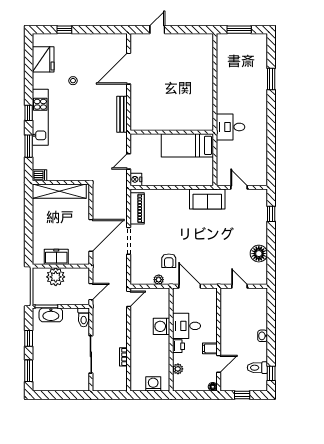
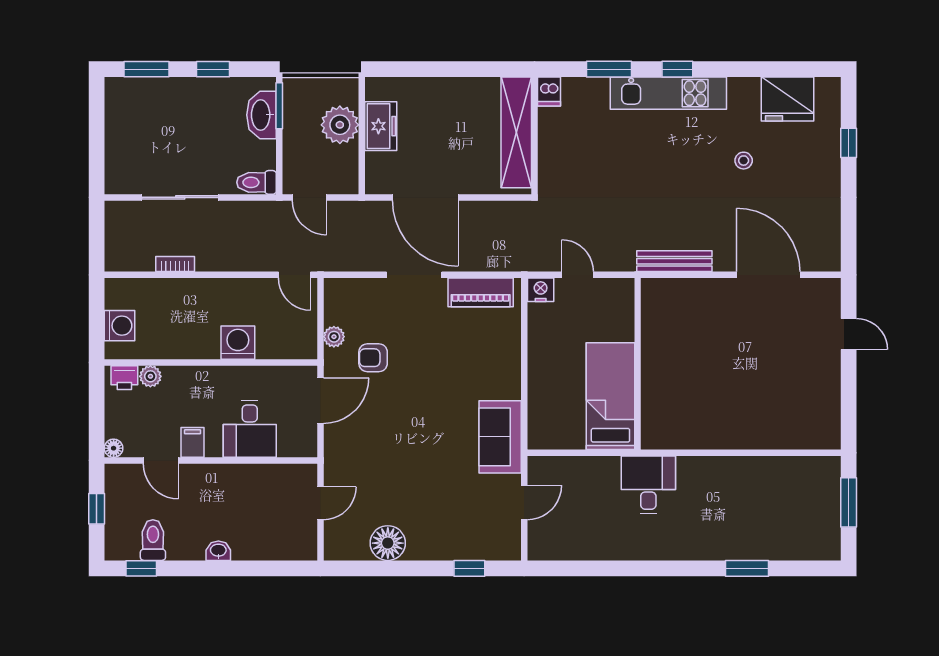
desk: (186, 326) -> (250, 429), moved, turned 180
printer: (178, 346) -> (124, 378), moved

